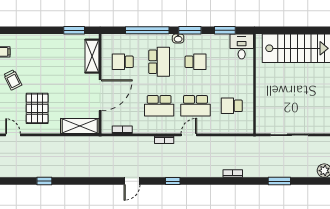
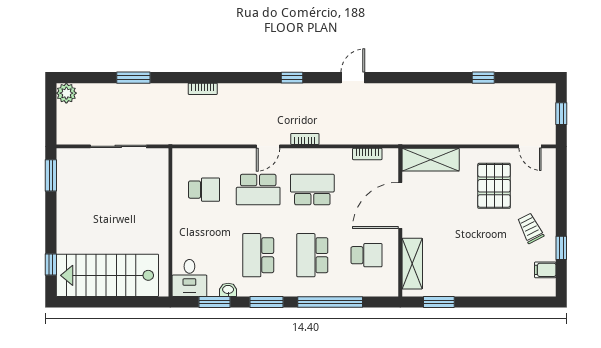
washbasin: (178, 38) -> (228, 290), moved
school desk: (195, 62) -> (258, 255), width x1.85
school desk: (195, 106) -> (258, 190), turned 180

